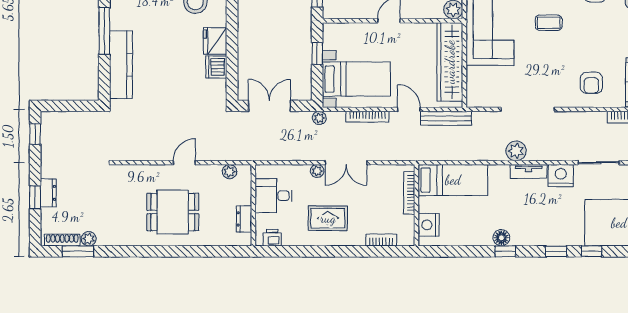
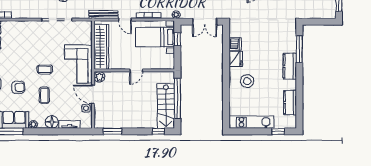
window: (104, 31) -> (299, 49), moved
window: (317, 53) -> (177, 39), moved
kitchen counter: (121, 65) -> (290, 66), moved, width x0.67
armchair: (591, 83) -> (20, 35), removed

